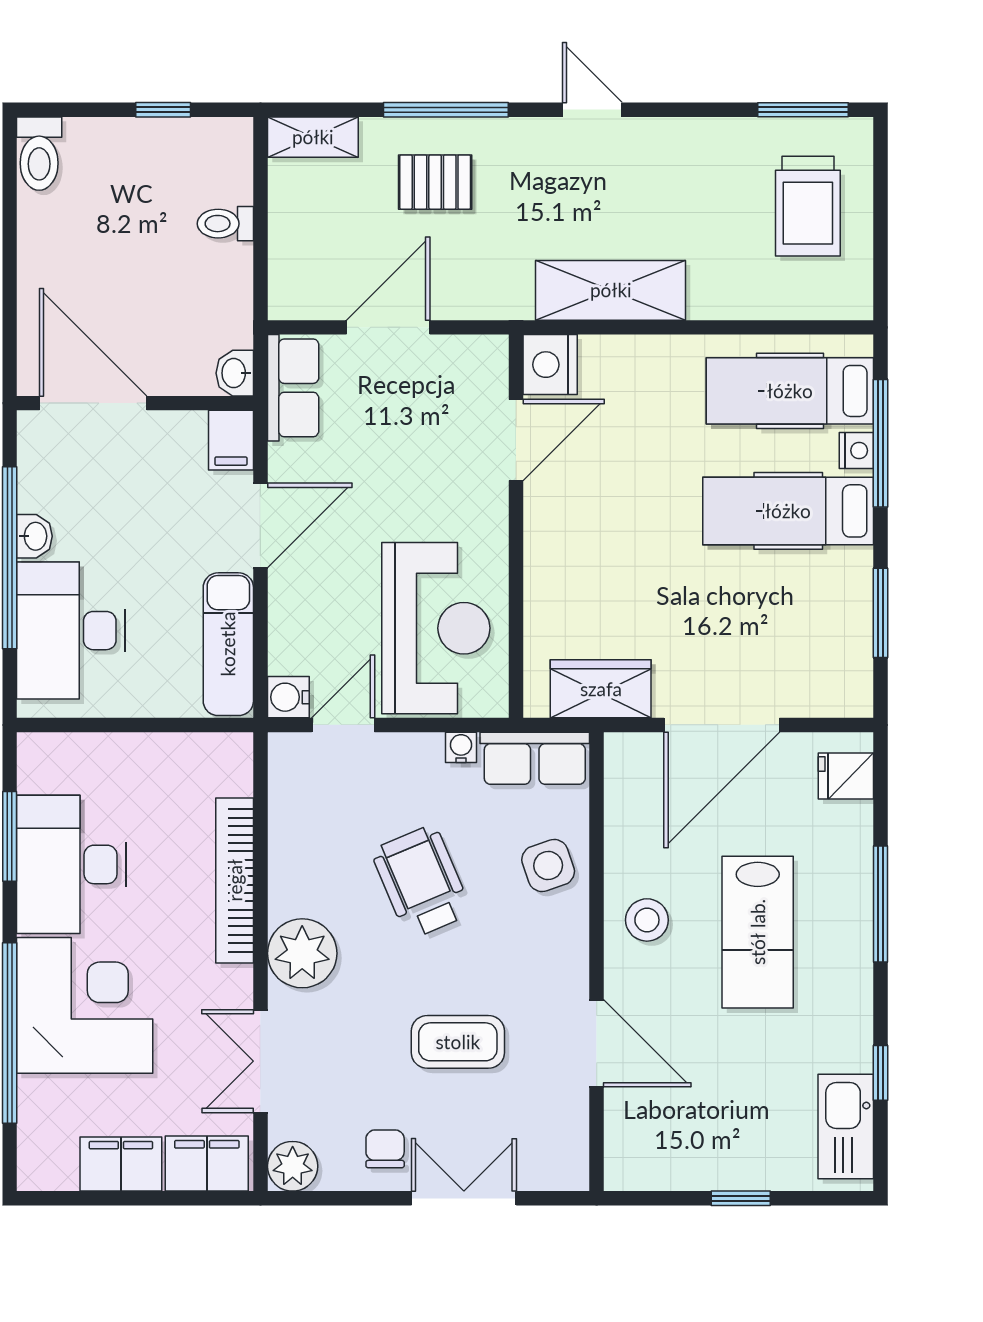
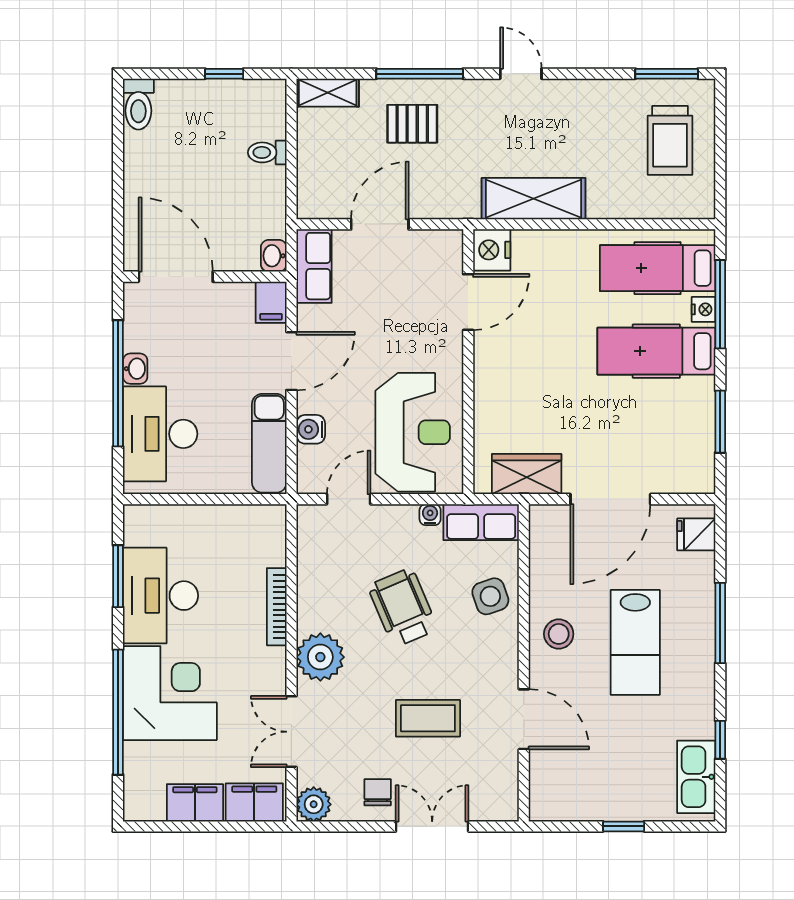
water cooler: (288, 697) -> (311, 429), moved
bookcase: (235, 880) -> (277, 607), width x0.68, depth x0.76

